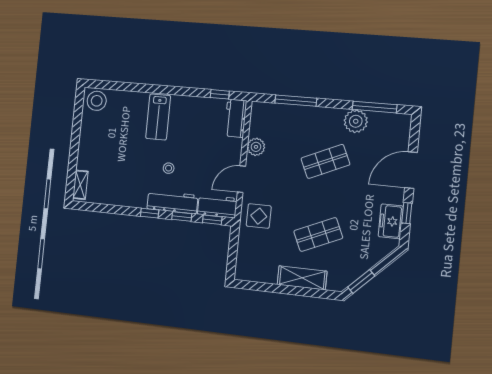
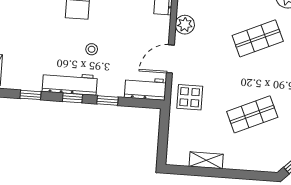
workbench: (172, 202) -> (70, 83), moved
window: (212, 220) -> (31, 95), moved
shelving: (302, 278) -> (206, 160), moved, width x0.67, depth x0.75

